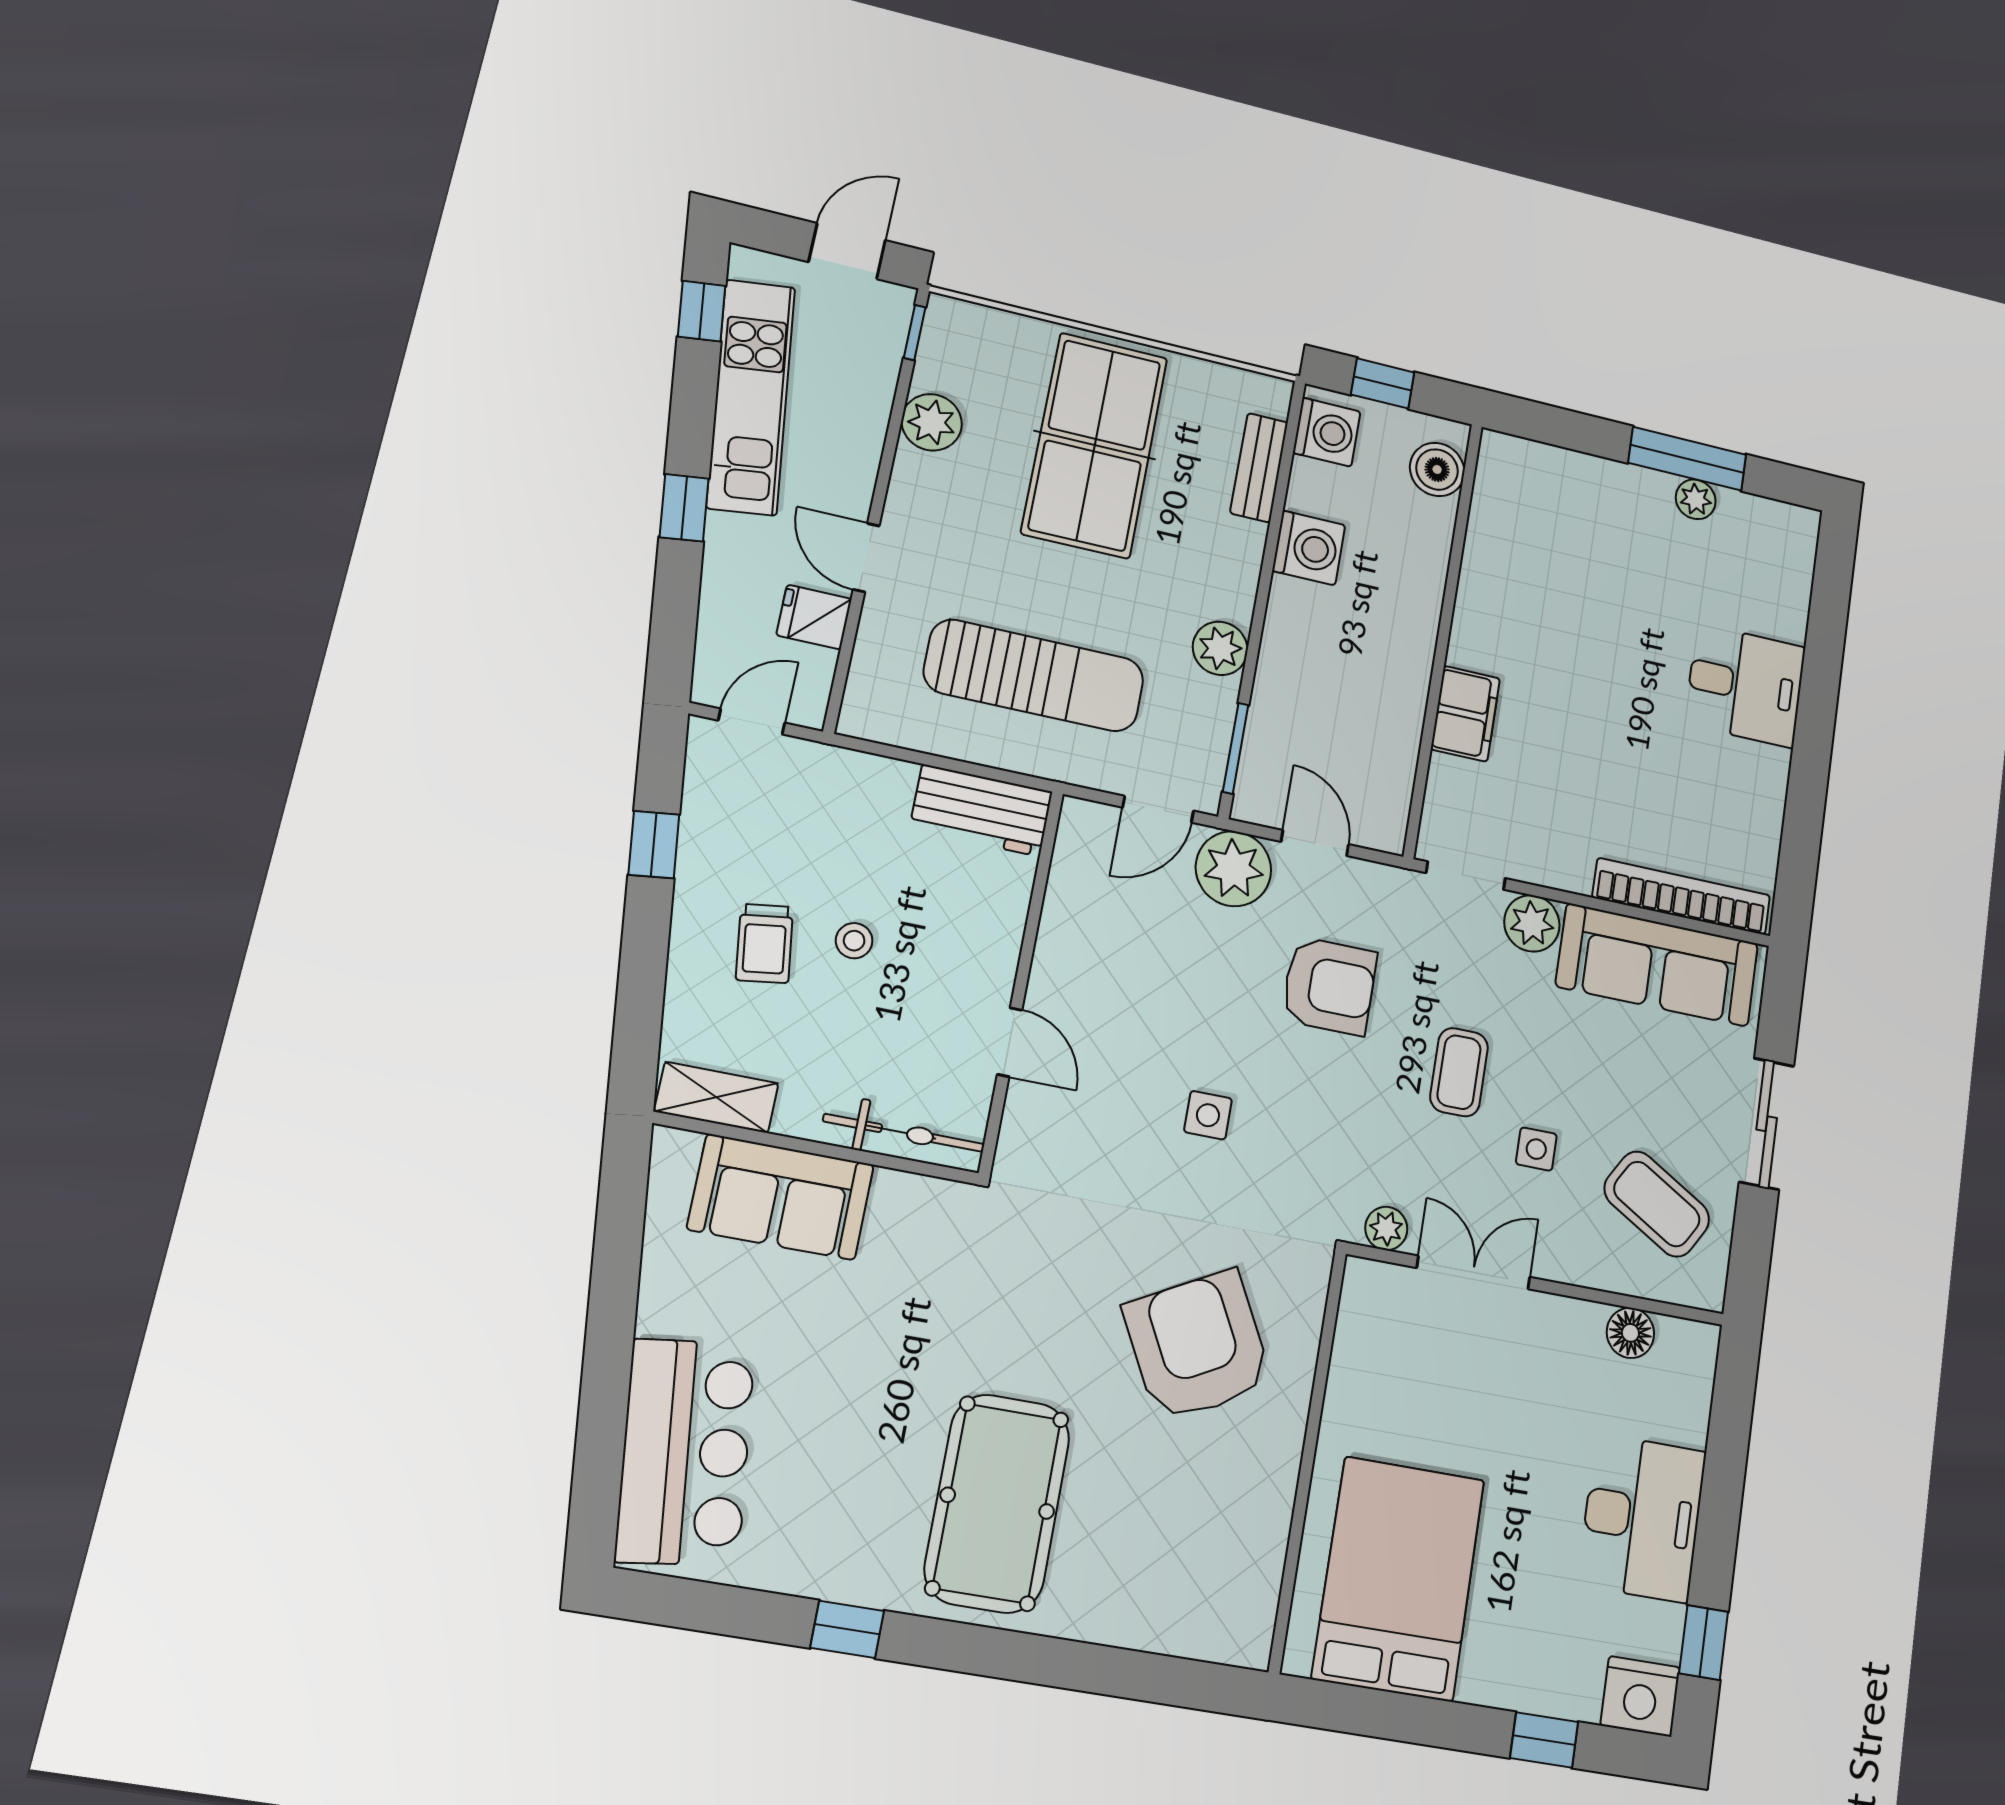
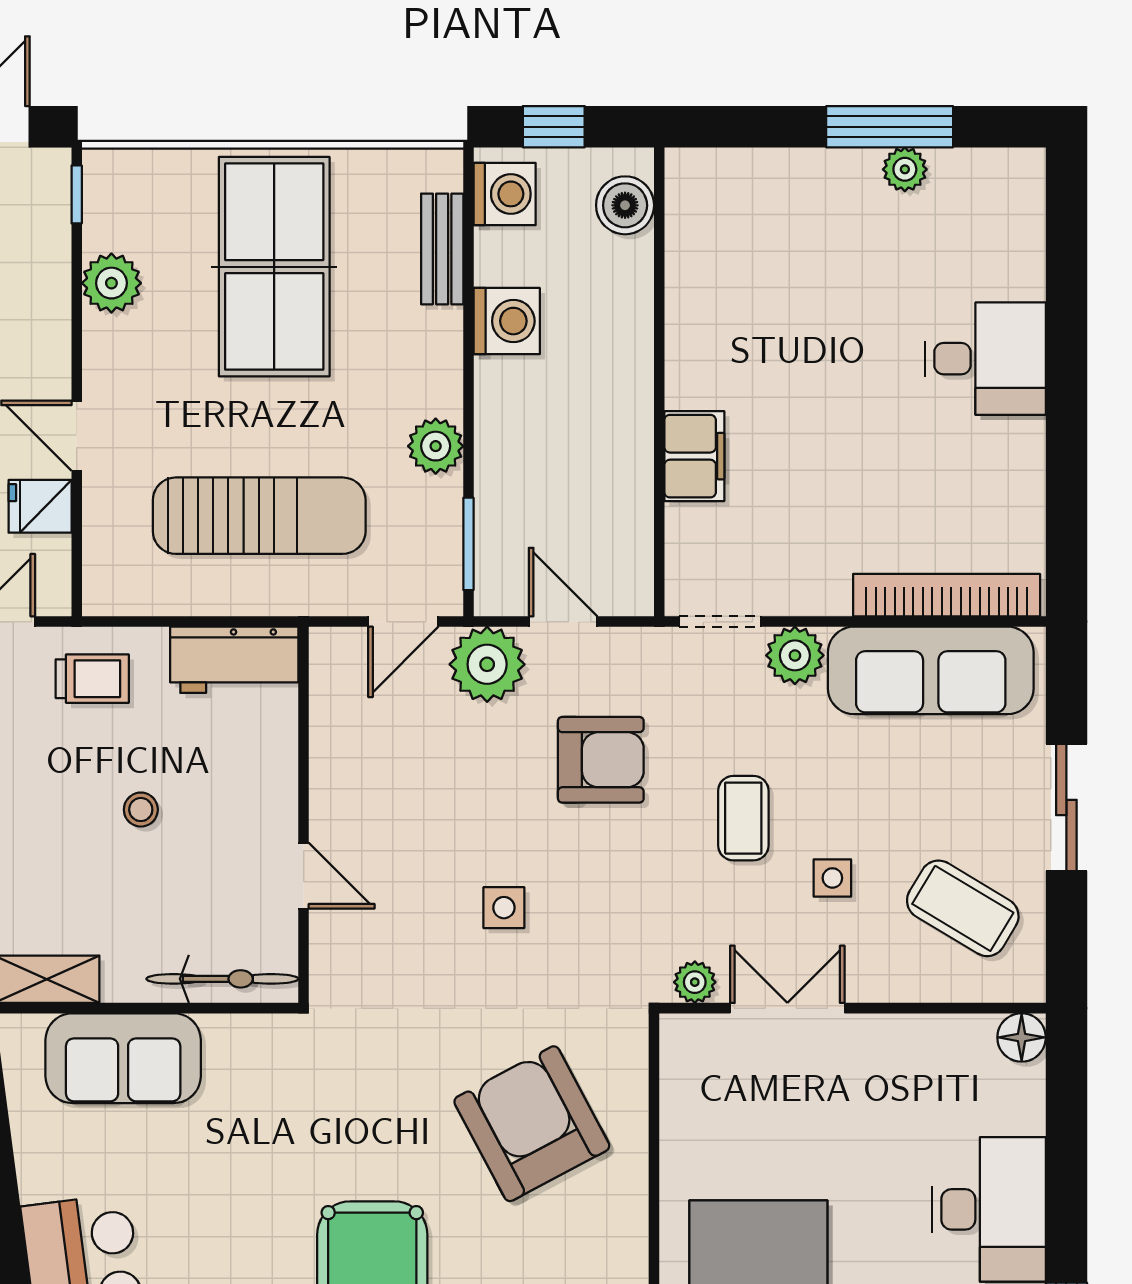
trolley: (765, 943) -> (92, 679), moved, turned -82
floor lamp: (1630, 1333) -> (1022, 1037), moved

